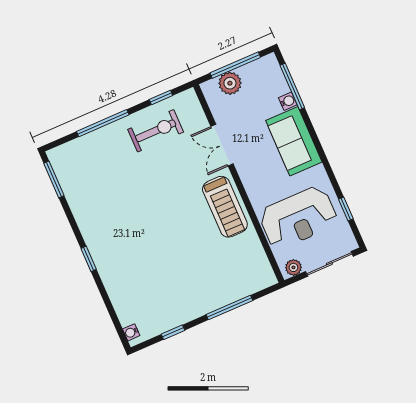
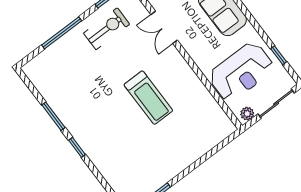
window: (54, 179) -> (53, 116), moved
treadmill: (225, 207) -> (148, 98), moved
window: (229, 308) -> (203, 159), removed

